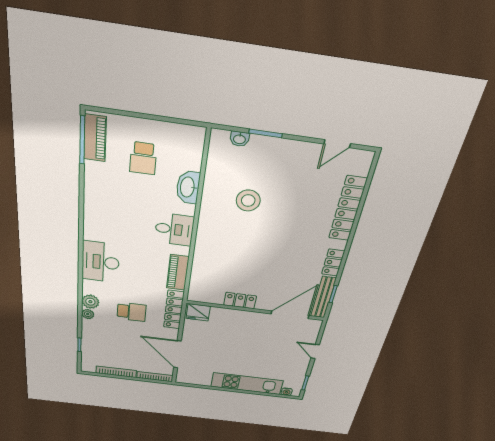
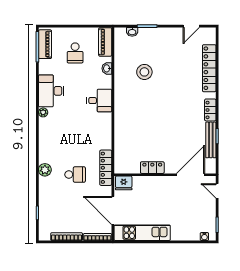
washbasin: (188, 187) -> (107, 68), width x0.52, depth x0.69
desk: (101, 262) -> (51, 91), moved
piano: (178, 272) -> (105, 42), moved
locker: (240, 301) -> (152, 168), moved
wall: (256, 310) -> (165, 175), moved
fridge: (198, 312) -> (124, 183), moved
plant: (88, 314) -> (43, 112), moved
door: (290, 315) -> (191, 175), moved
kitchen unit: (247, 384) -> (142, 233), moved

